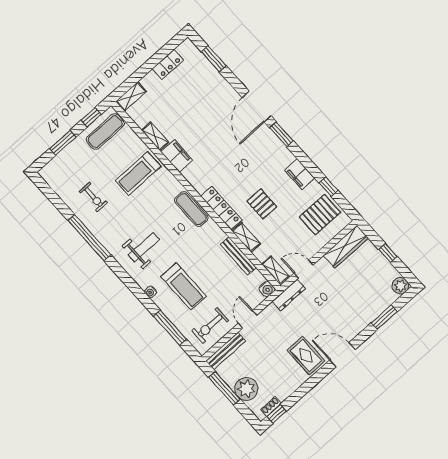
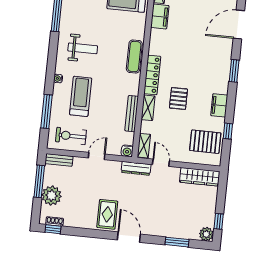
door: (257, 107) -> (239, 25), moved
window: (388, 253) -> (219, 221), moved
treadmill: (184, 286) -> (81, 96), turned 180
bench: (226, 351) -> (59, 160), width x0.73

